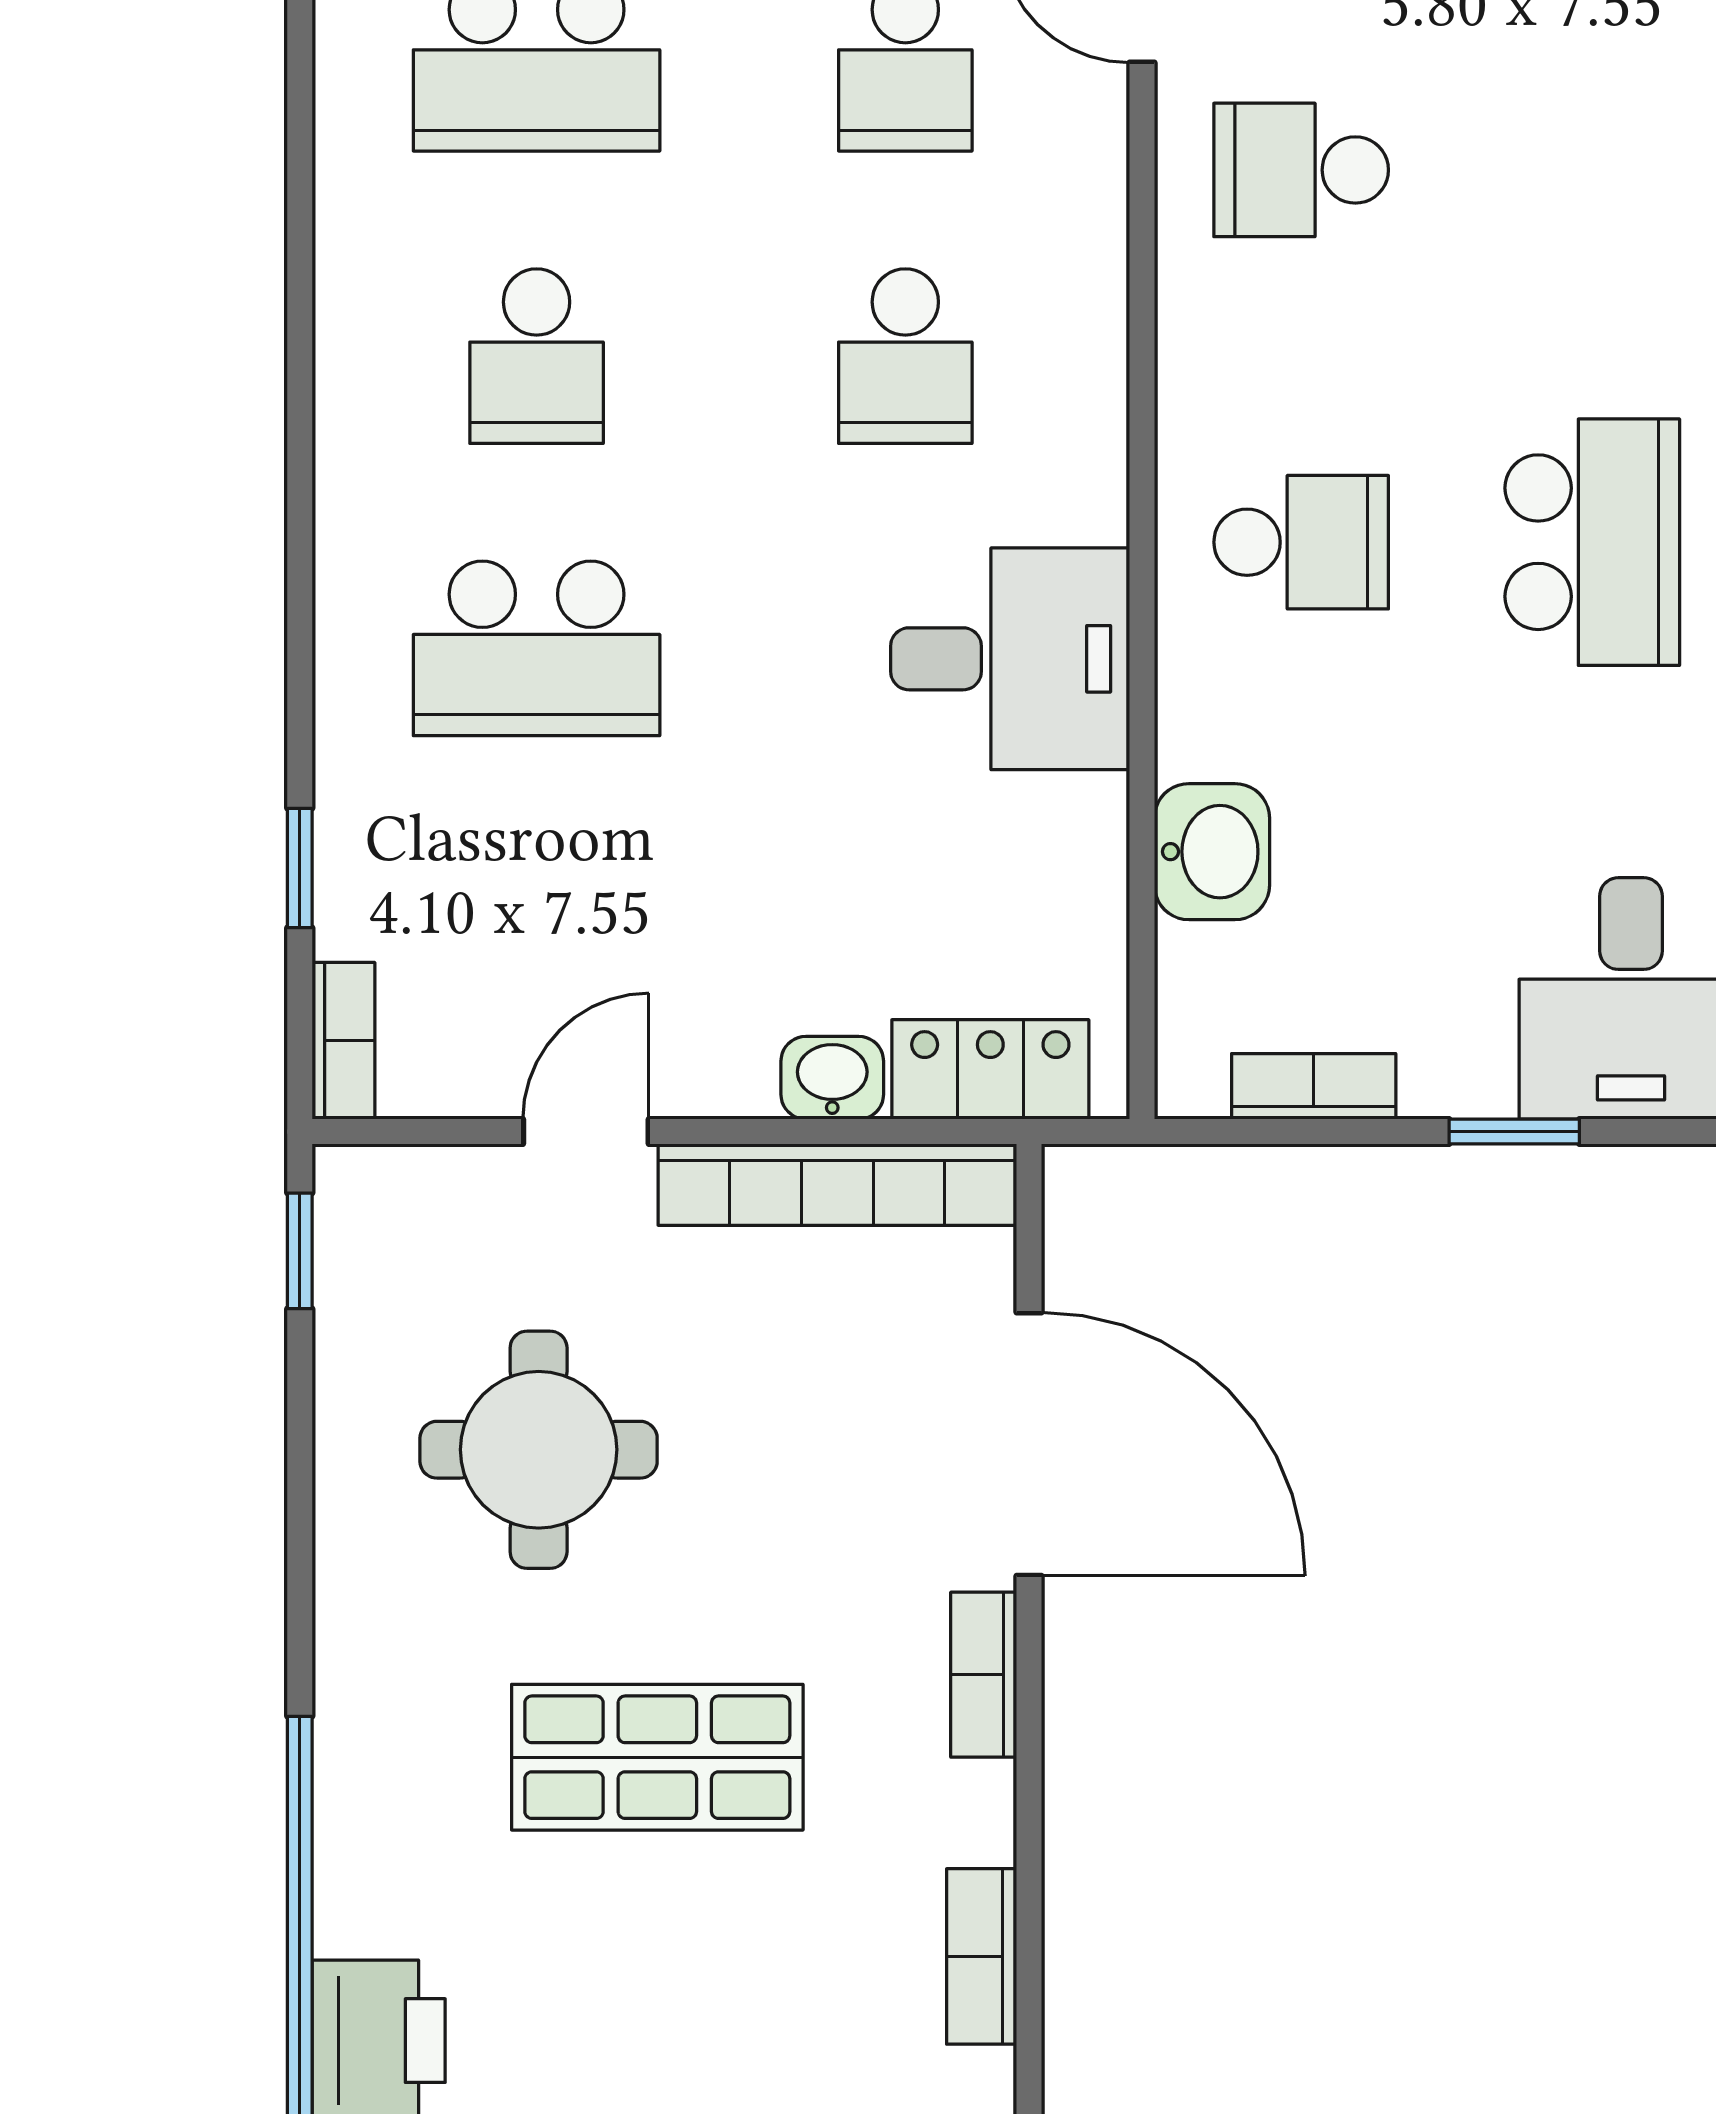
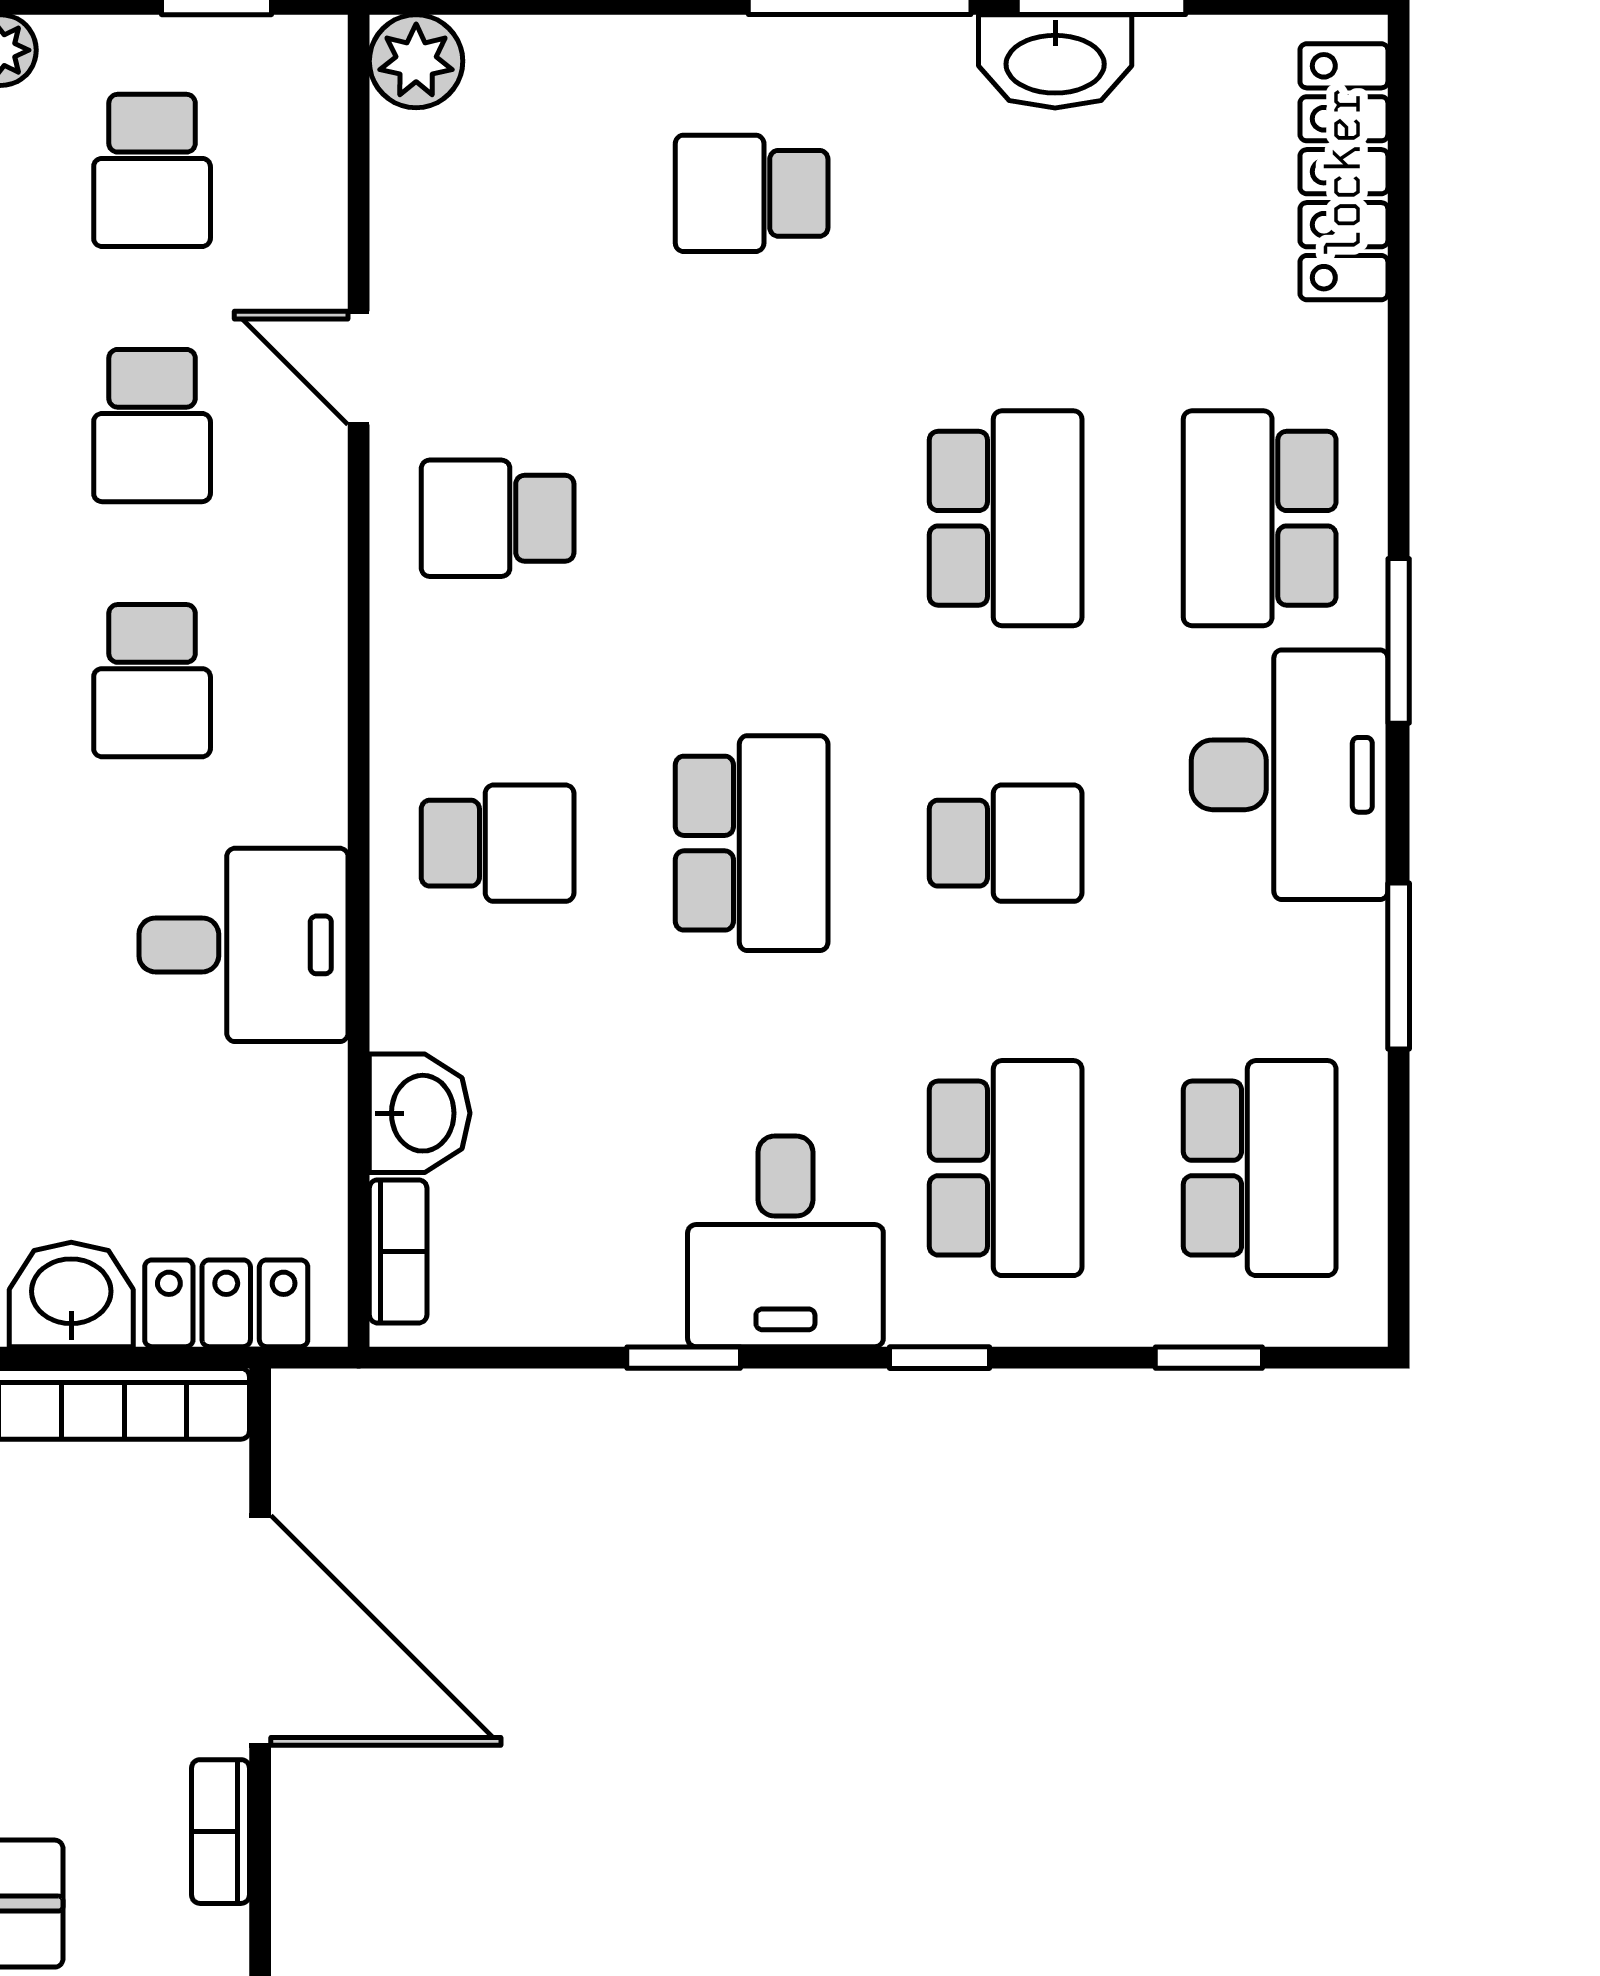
washbasin: (832, 1078) -> (71, 1294), width x1.38, depth x1.45
bookcase: (1314, 1086) -> (398, 1251), moved, turned 90

